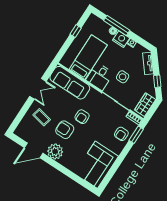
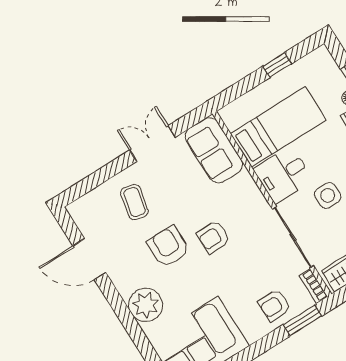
sofa: (70, 83) -> (214, 150), width x0.73
double door: (38, 89) -> (152, 144), swing flipped
plant: (55, 152) -> (146, 305), moved

